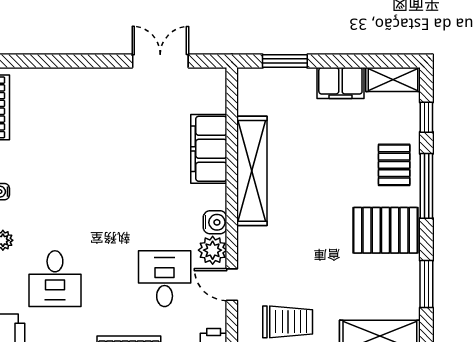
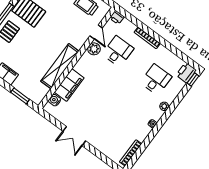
double door: (160, 61) -> (74, 136), moved
water cooler: (215, 222) -> (55, 100), moved
desk: (165, 279) -> (118, 51), turned 180

